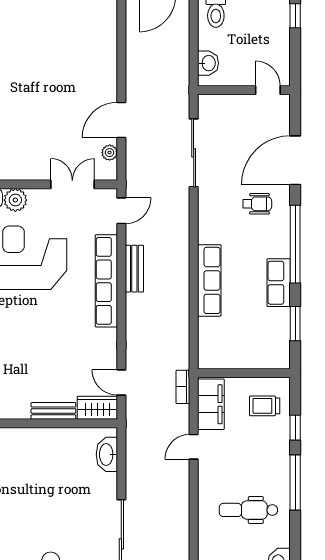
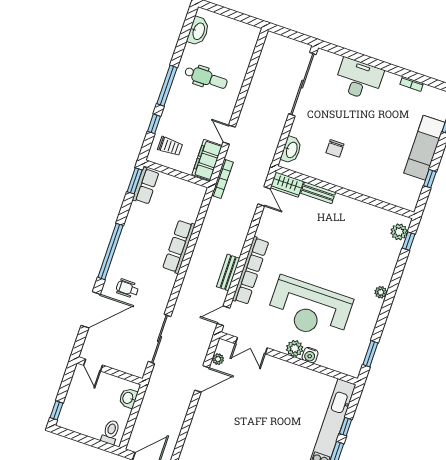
row of seats: (279, 283) -> (146, 186), moved
window: (295, 324) -> (135, 181), moved
bookcase: (183, 387) -> (222, 179), width x1.56
door: (194, 447) -> (229, 135), swing flipped
chair: (51, 475) -> (335, 148), added

